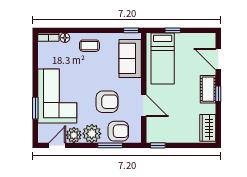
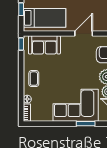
armchair: (107, 102) -> (80, 64), removed

